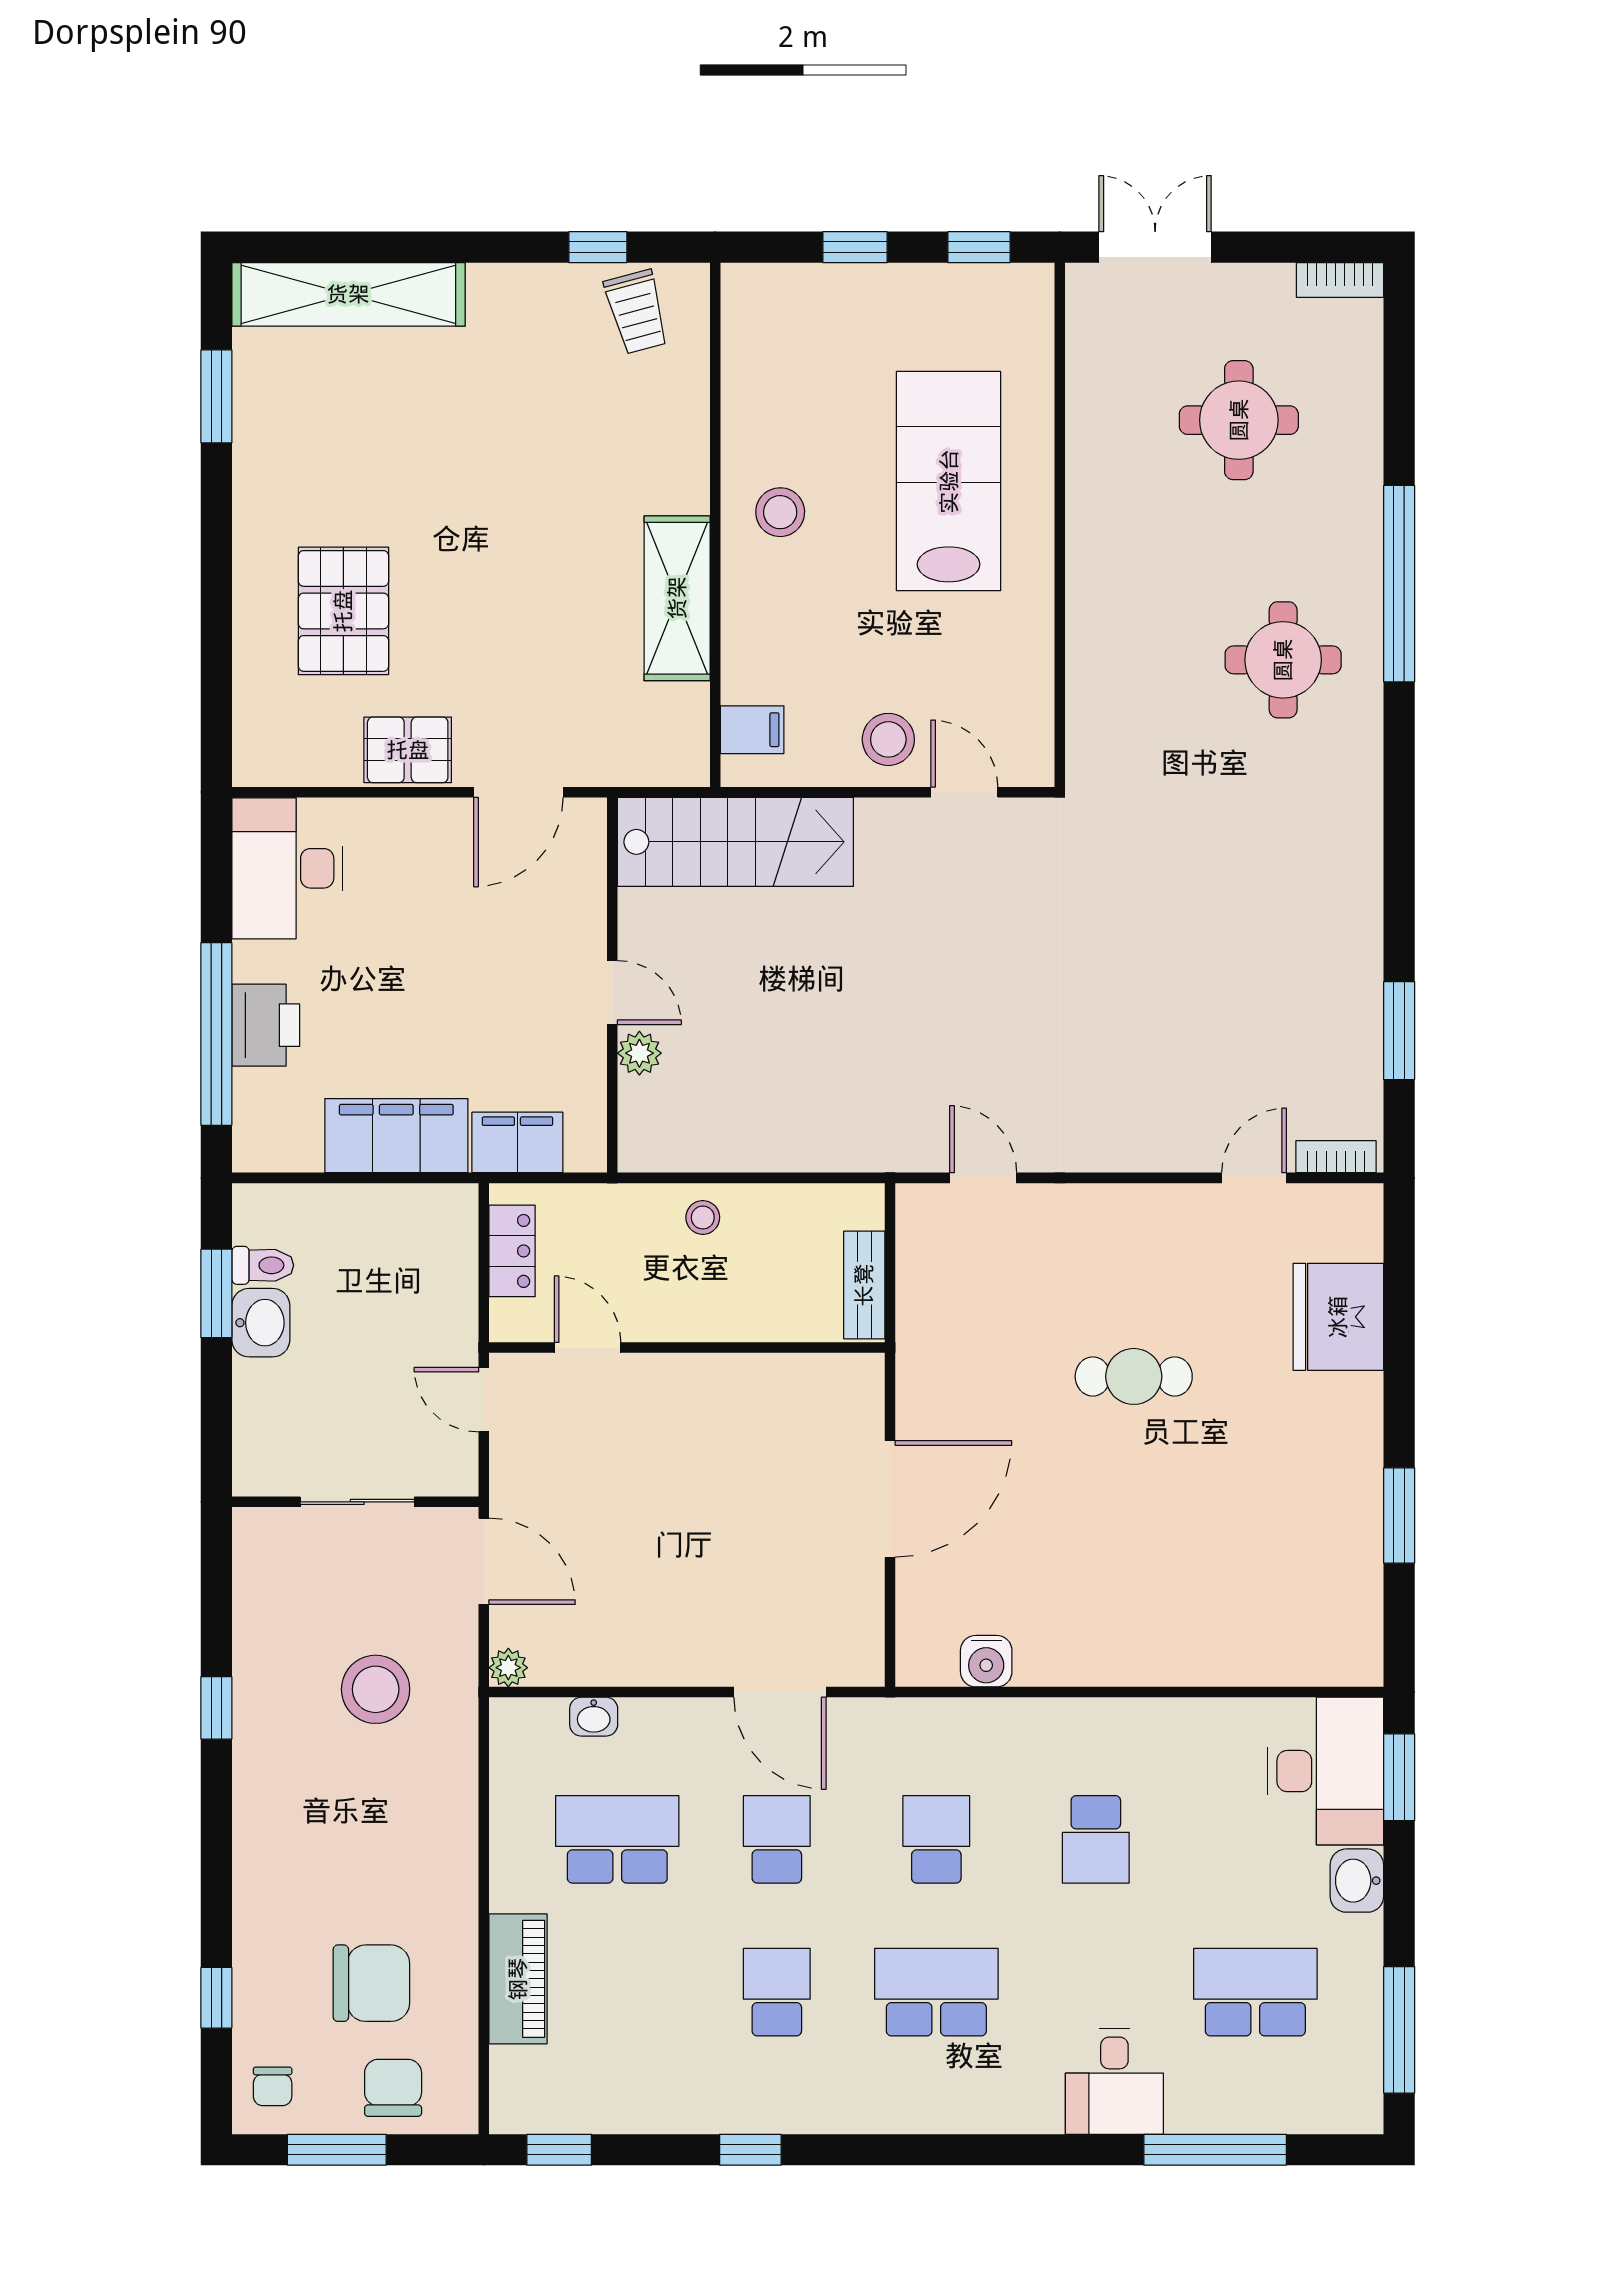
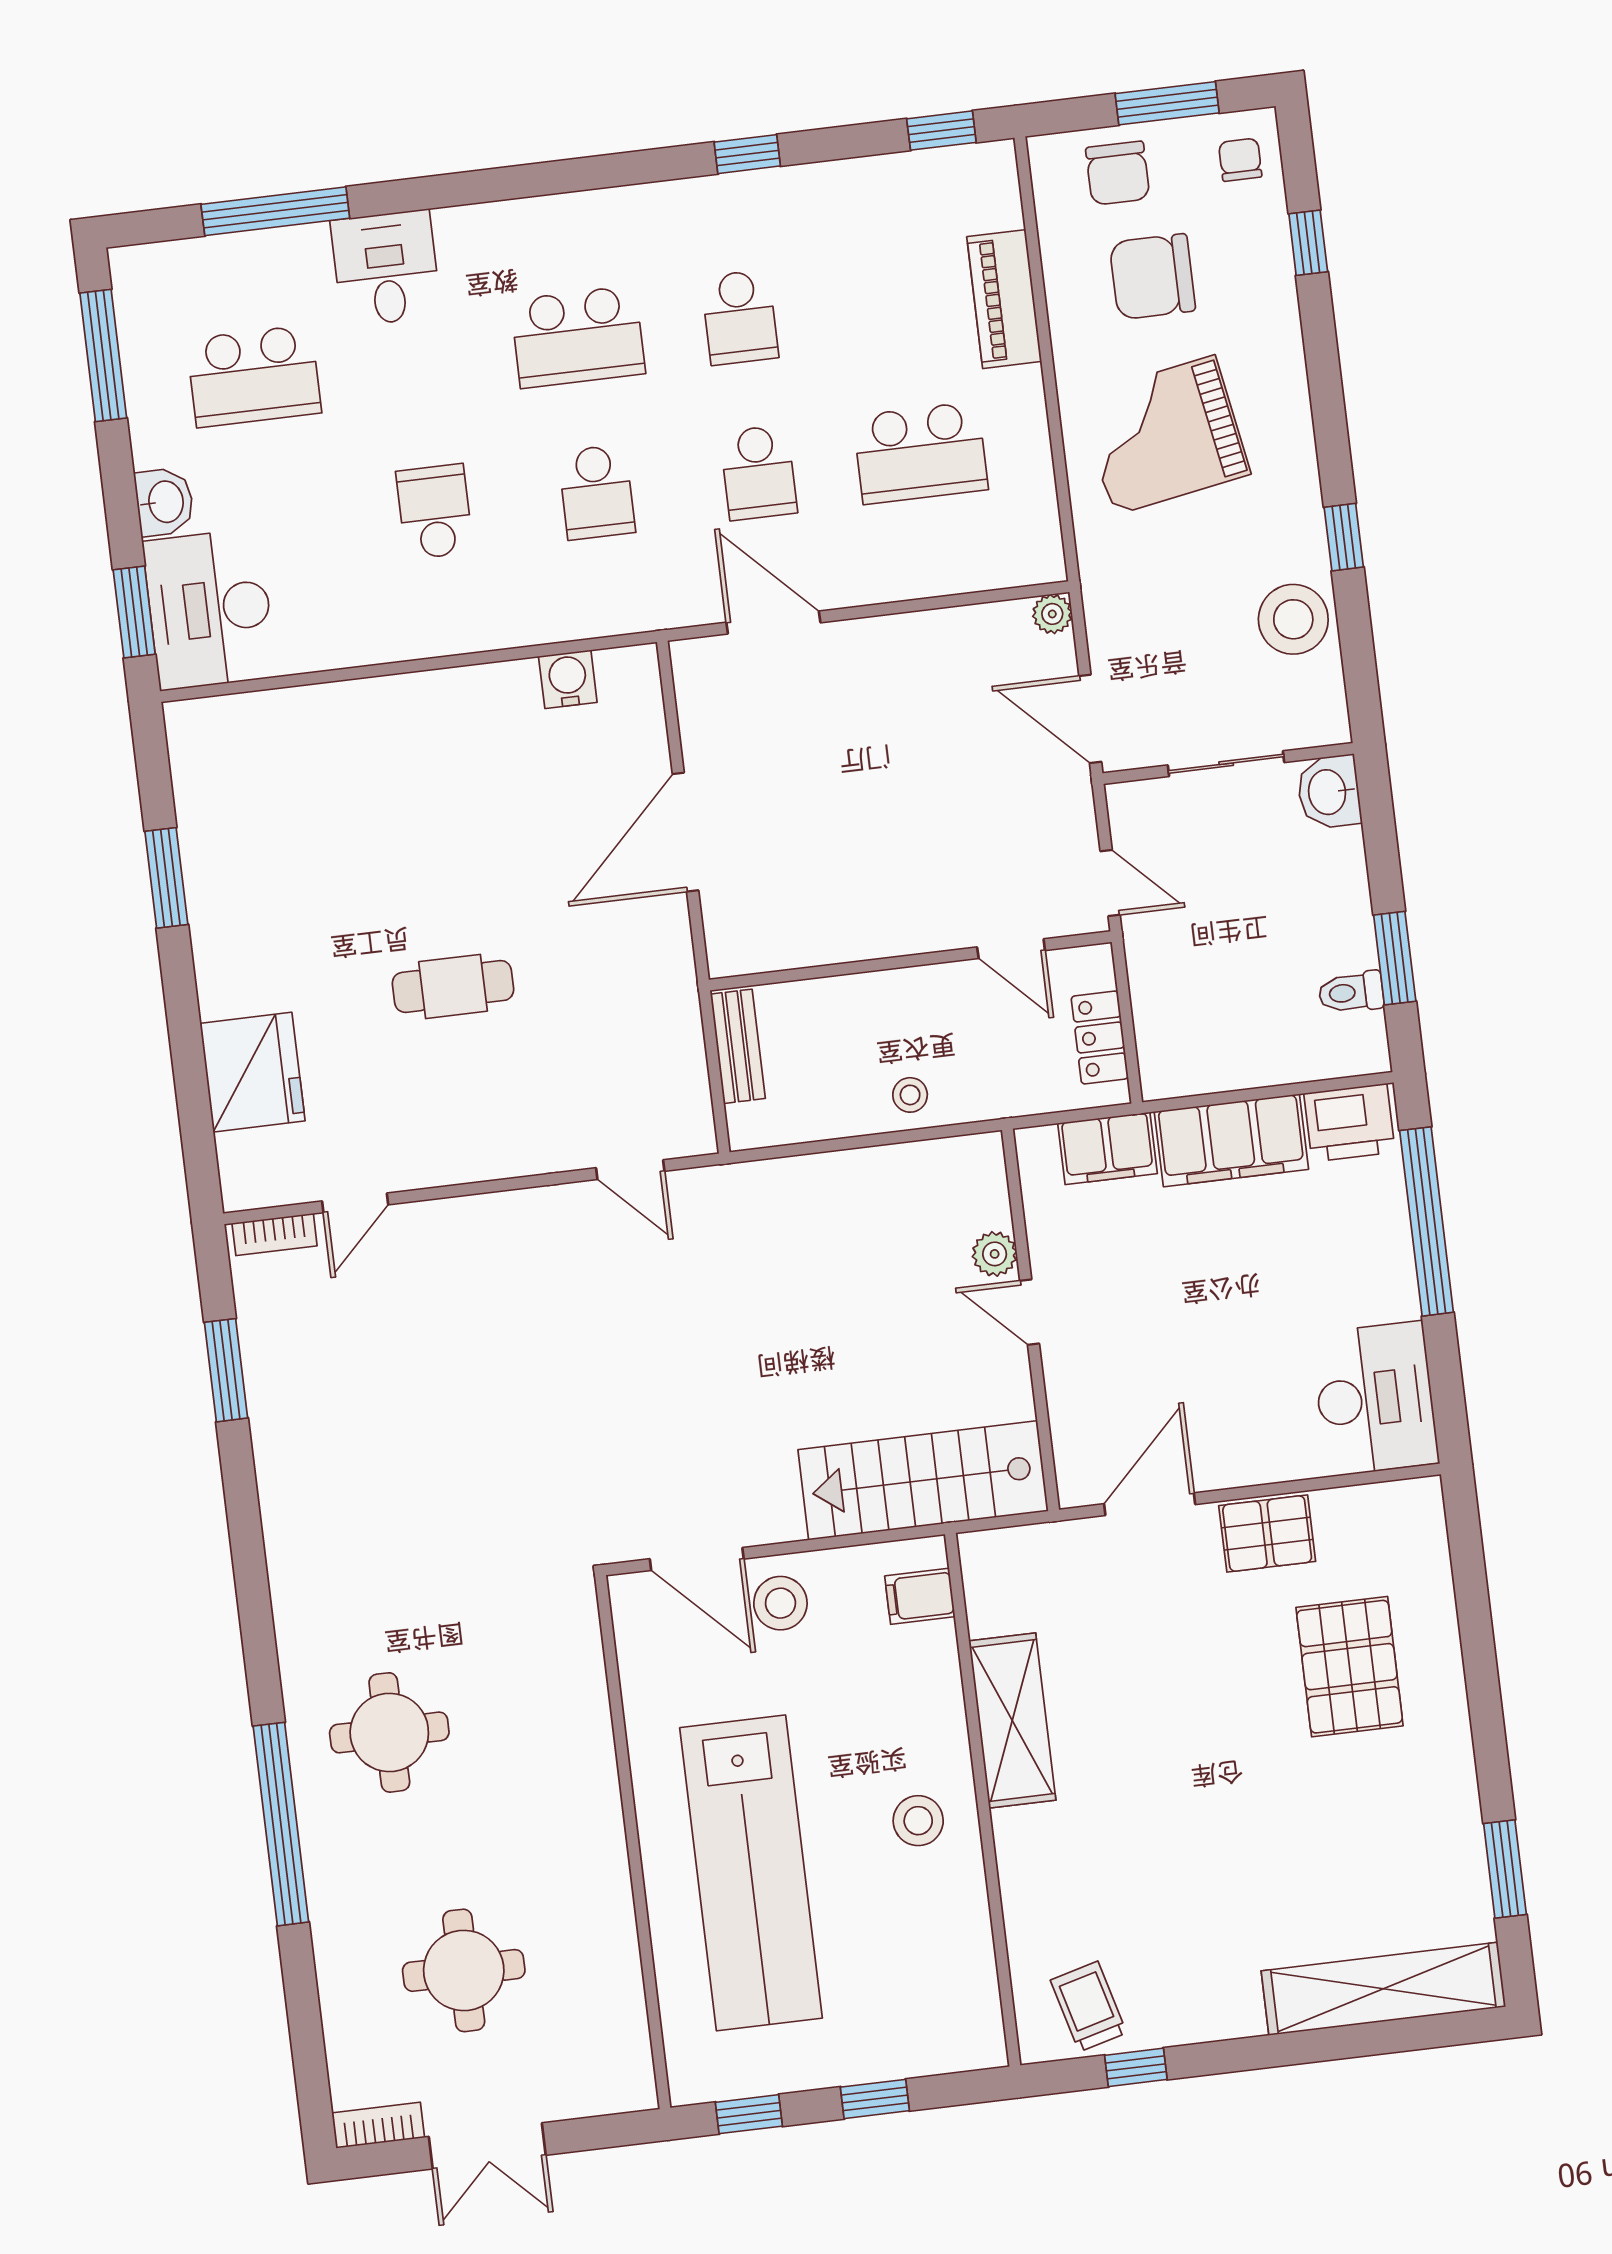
double door: (1155, 247) -> (487, 2146), moved
lab bench: (949, 481) -> (751, 1873), width x1.36
door: (964, 792) -> (697, 1559), width x1.38
printer: (266, 1025) -> (1349, 1123), moved, turned -90
washbasin: (261, 1323) -> (1329, 792), moved
stool: (376, 1689) -> (1293, 619), moved
washbasin: (594, 1717) -> (960, 575), removed
grand piano: (379, 1828) -> (1164, 435), added

